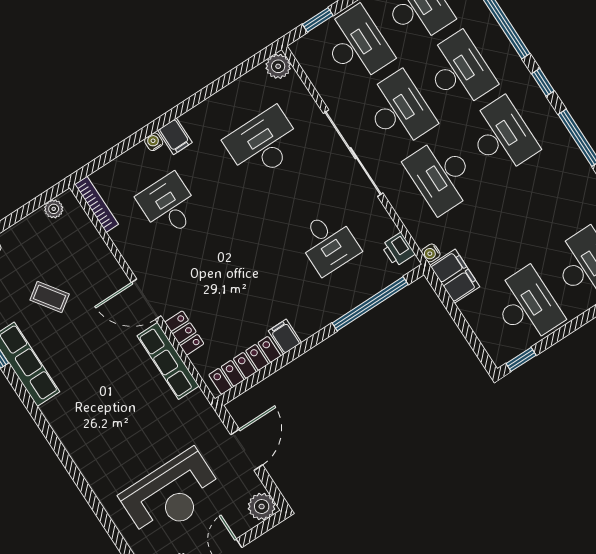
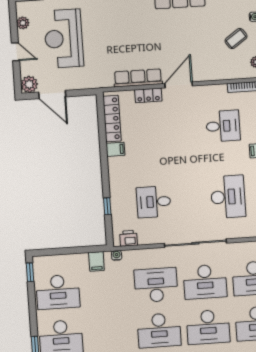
filing cabinet: (455, 276) -> (96, 261), width x0.50
coffee table: (50, 297) -> (236, 39), moved
window: (370, 304) -> (107, 206), width x0.32
door: (247, 450) -> (52, 94), moved

